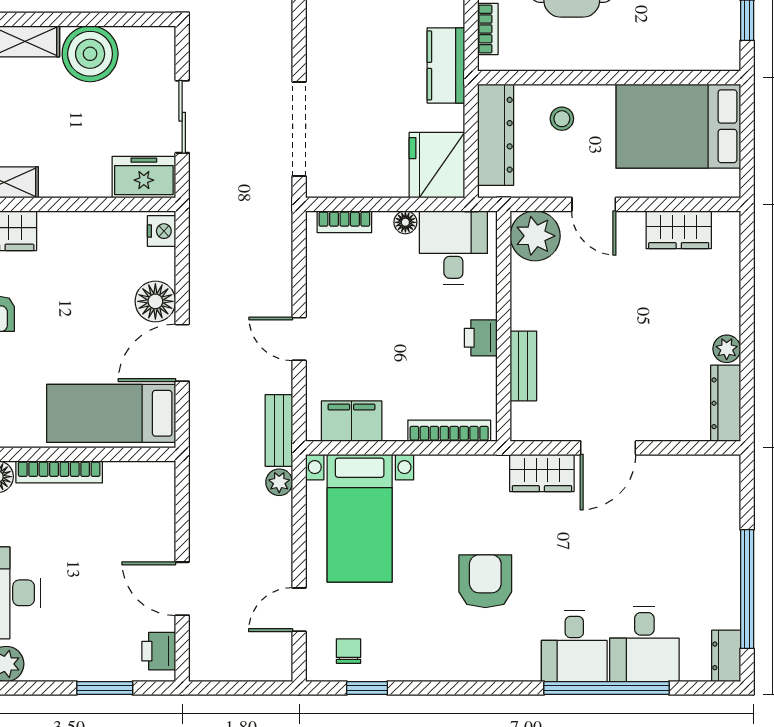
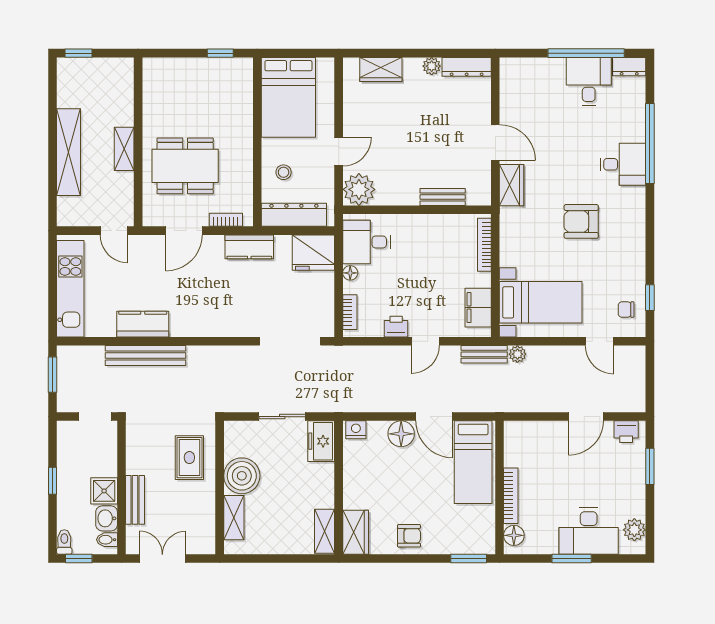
wardrobe: (679, 230) -> (381, 69), moved, turned 90
printer: (481, 338) -> (396, 327), moved, turned 180
desk: (644, 644) -> (589, 81), moved, turned -90

